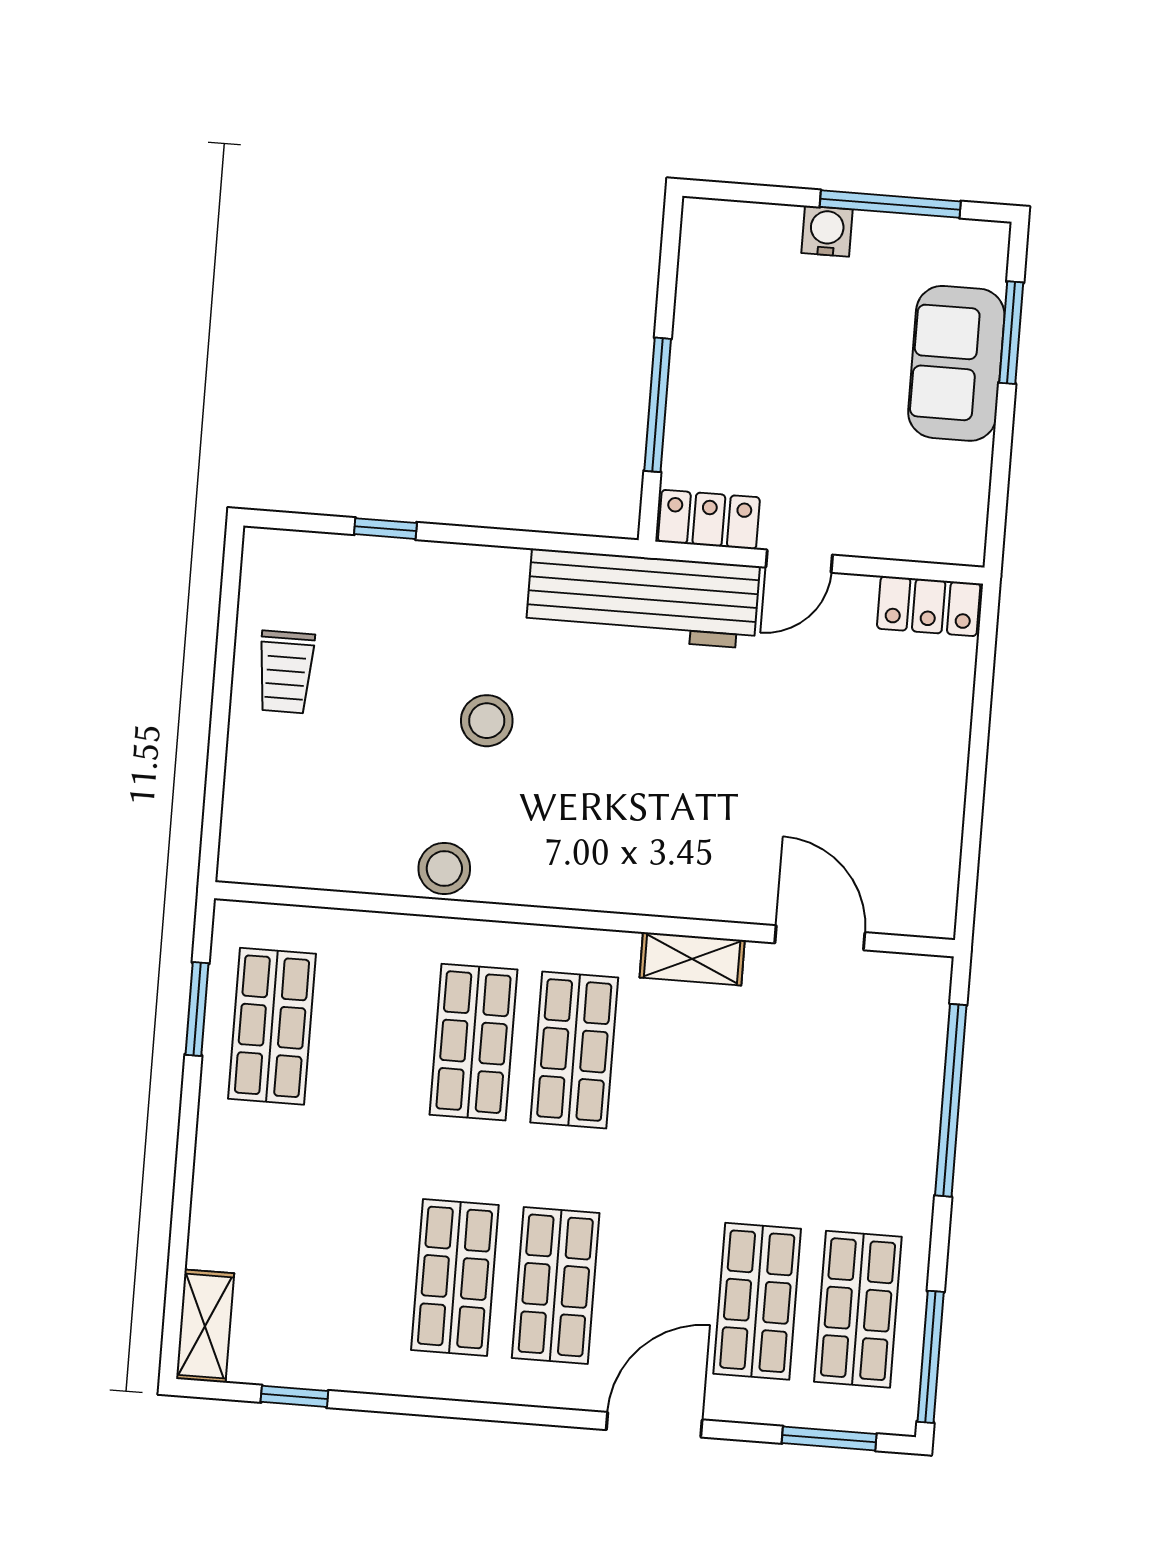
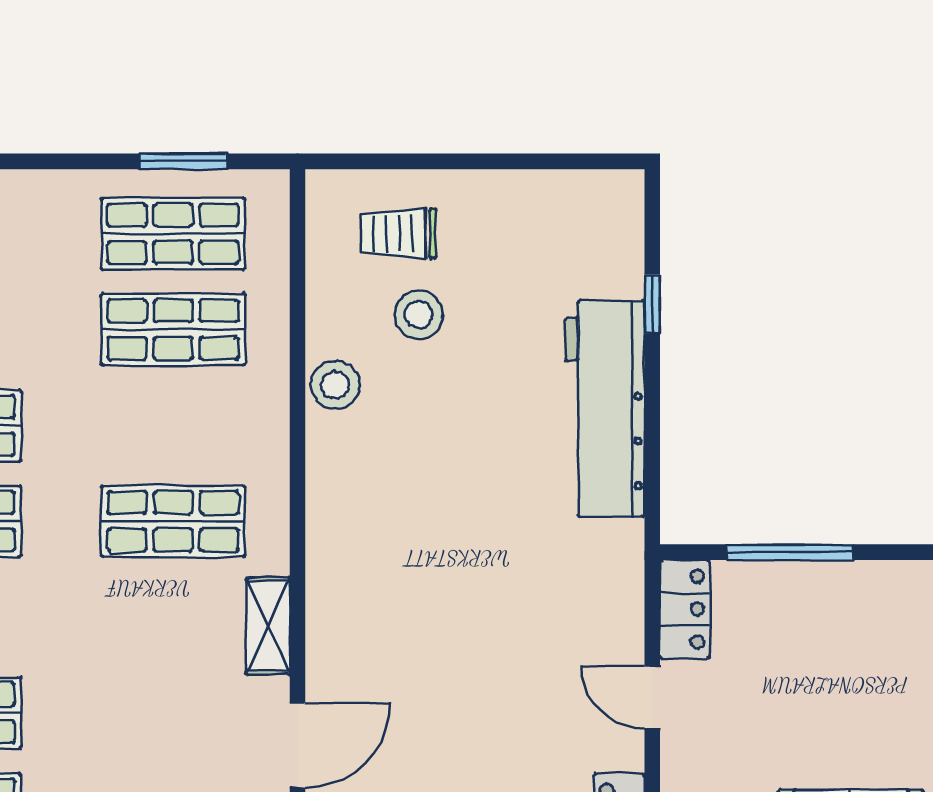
workbench: (643, 599) -> (605, 409), moved
trolley: (286, 672) -> (398, 234), moved
stool: (487, 721) -> (419, 315), moved
shop shelf: (473, 1042) -> (173, 329), moved

